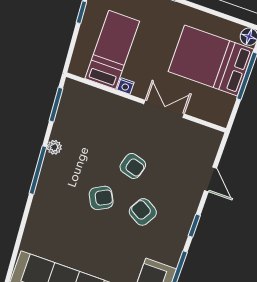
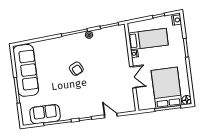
armchair: (133, 166) -> (99, 76), removed
door: (210, 179) -> (111, 116), swing flipped
armchair: (143, 212) -> (80, 92), removed

